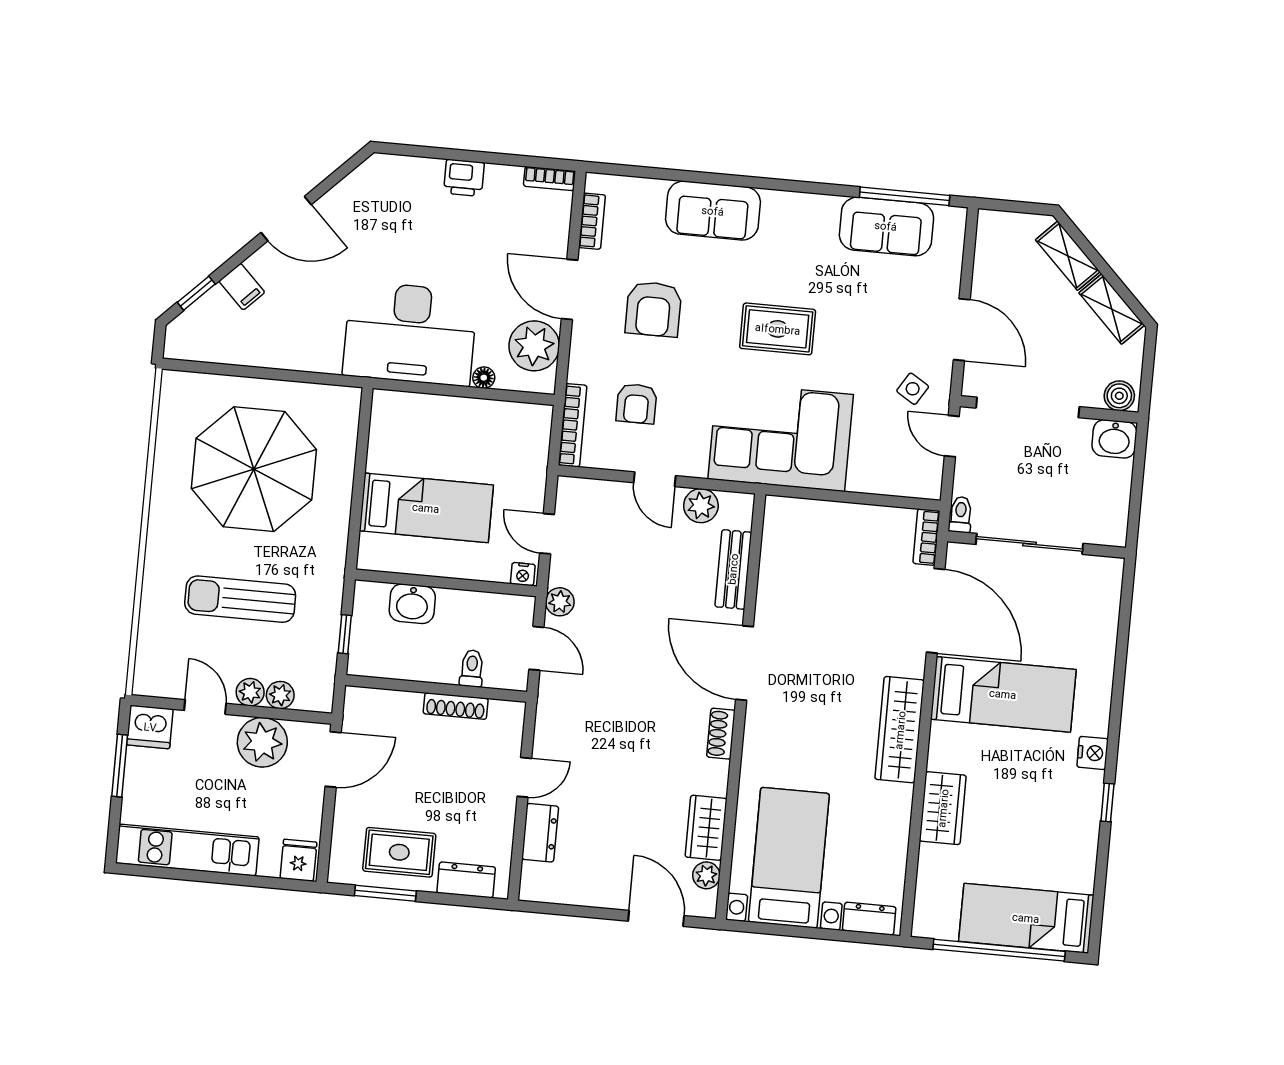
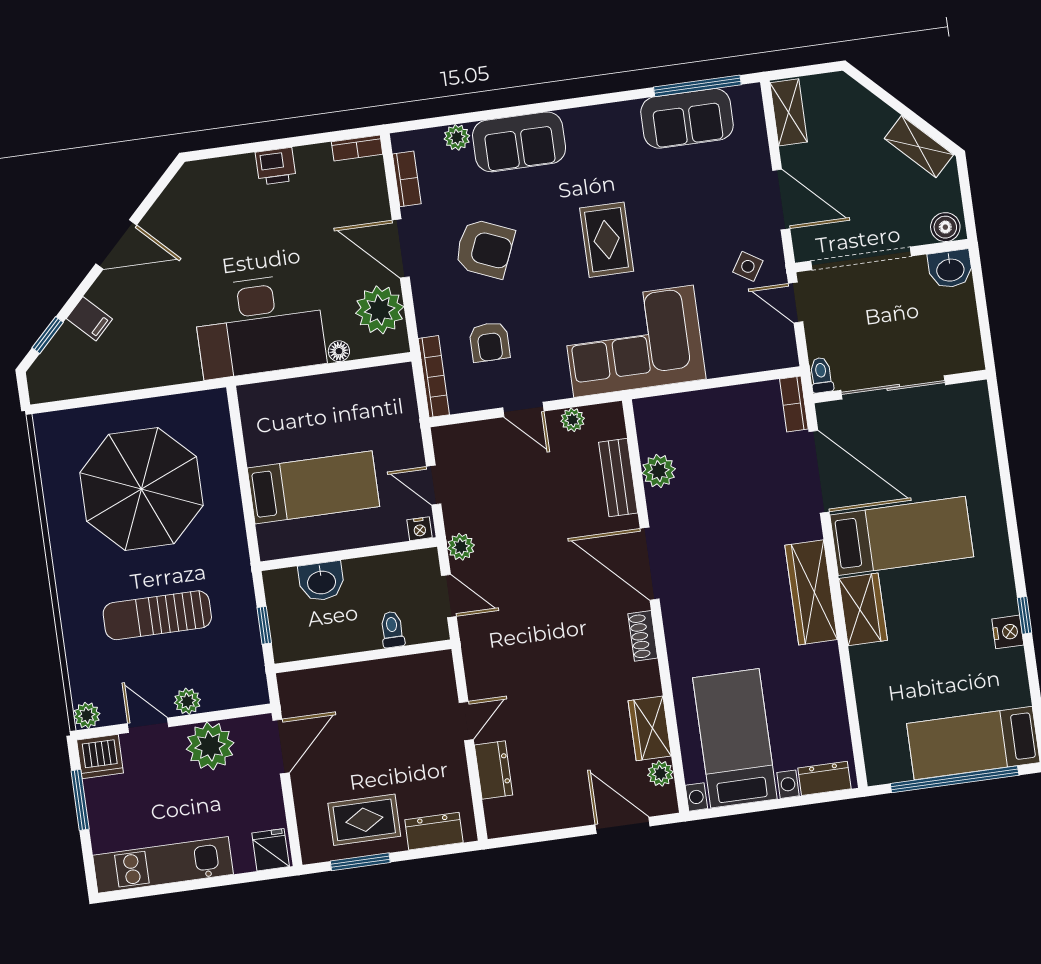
plant: (652, 191) -> (457, 137), added
shelving: (1068, 256) -> (789, 112), moved, turned 45
armchair: (653, 309) -> (485, 249), turned -67
rug: (778, 329) -> (607, 240), turned 90
plant: (701, 506) -> (573, 420), width x0.73, depth x0.73
plant: (775, 572) -> (659, 471), added
plant: (280, 695) -> (87, 715), moved
shoe rack: (456, 706) -> (385, 669), removed
nightstand: (1093, 753) -> (1008, 632), moved
wardrobe: (943, 808) -> (863, 609), moved

